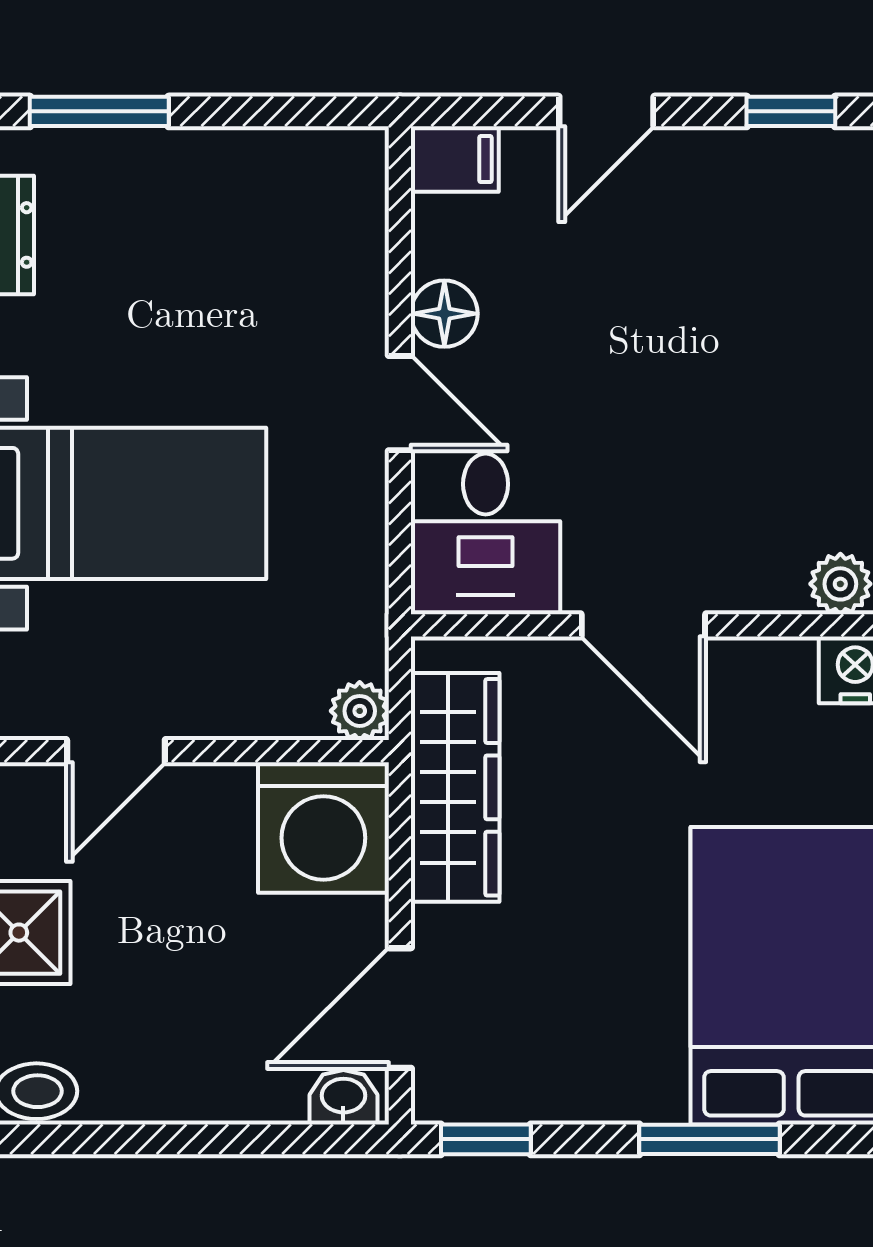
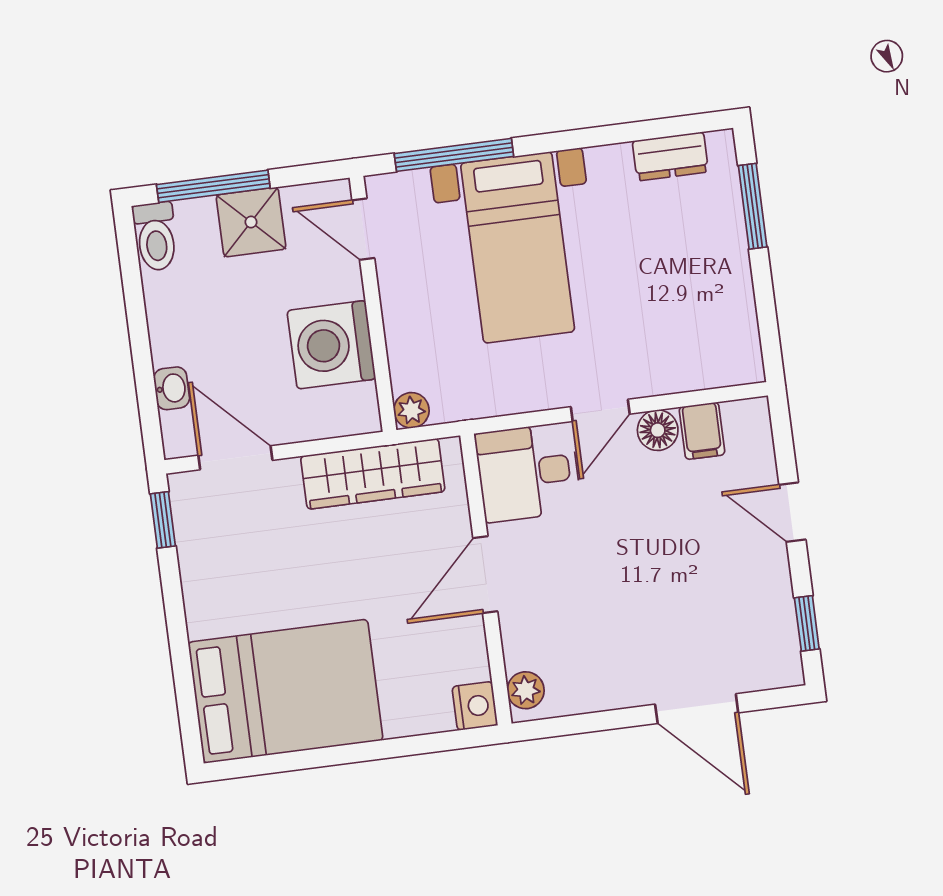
filing cabinet: (455, 159) -> (702, 431), moved
door: (116, 751) -> (363, 229), moved
washing machine: (323, 828) -> (331, 345), moved
washbasin: (343, 1097) -> (172, 388), moved
window: (709, 1139) -> (180, 655), removed

